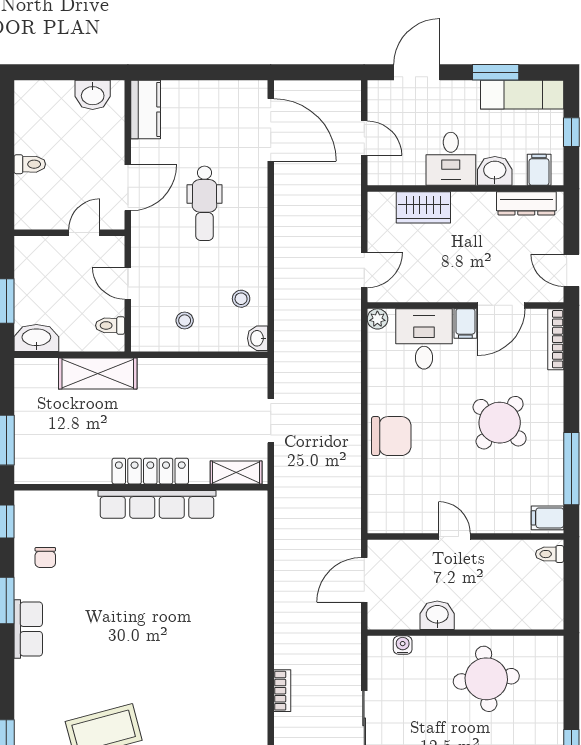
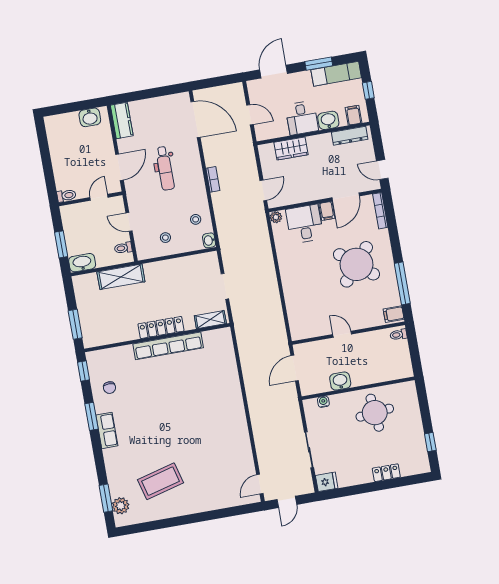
toilet: (30, 164) -> (66, 196), moved
round table: (500, 423) -> (356, 264), width x1.36, depth x1.36
chair: (391, 436) -> (296, 283), removed
bookcase: (282, 691) -> (213, 179), moved

